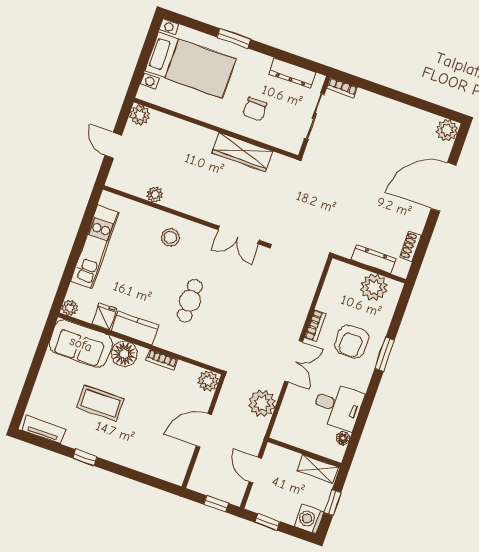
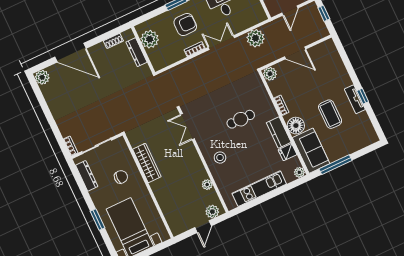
plant: (140, 115) -> (212, 212), moved
double door: (239, 235) -> (187, 127), swing flipped
window: (39, 355) -> (336, 165), added
tv unit: (44, 430) -> (355, 99), moved

